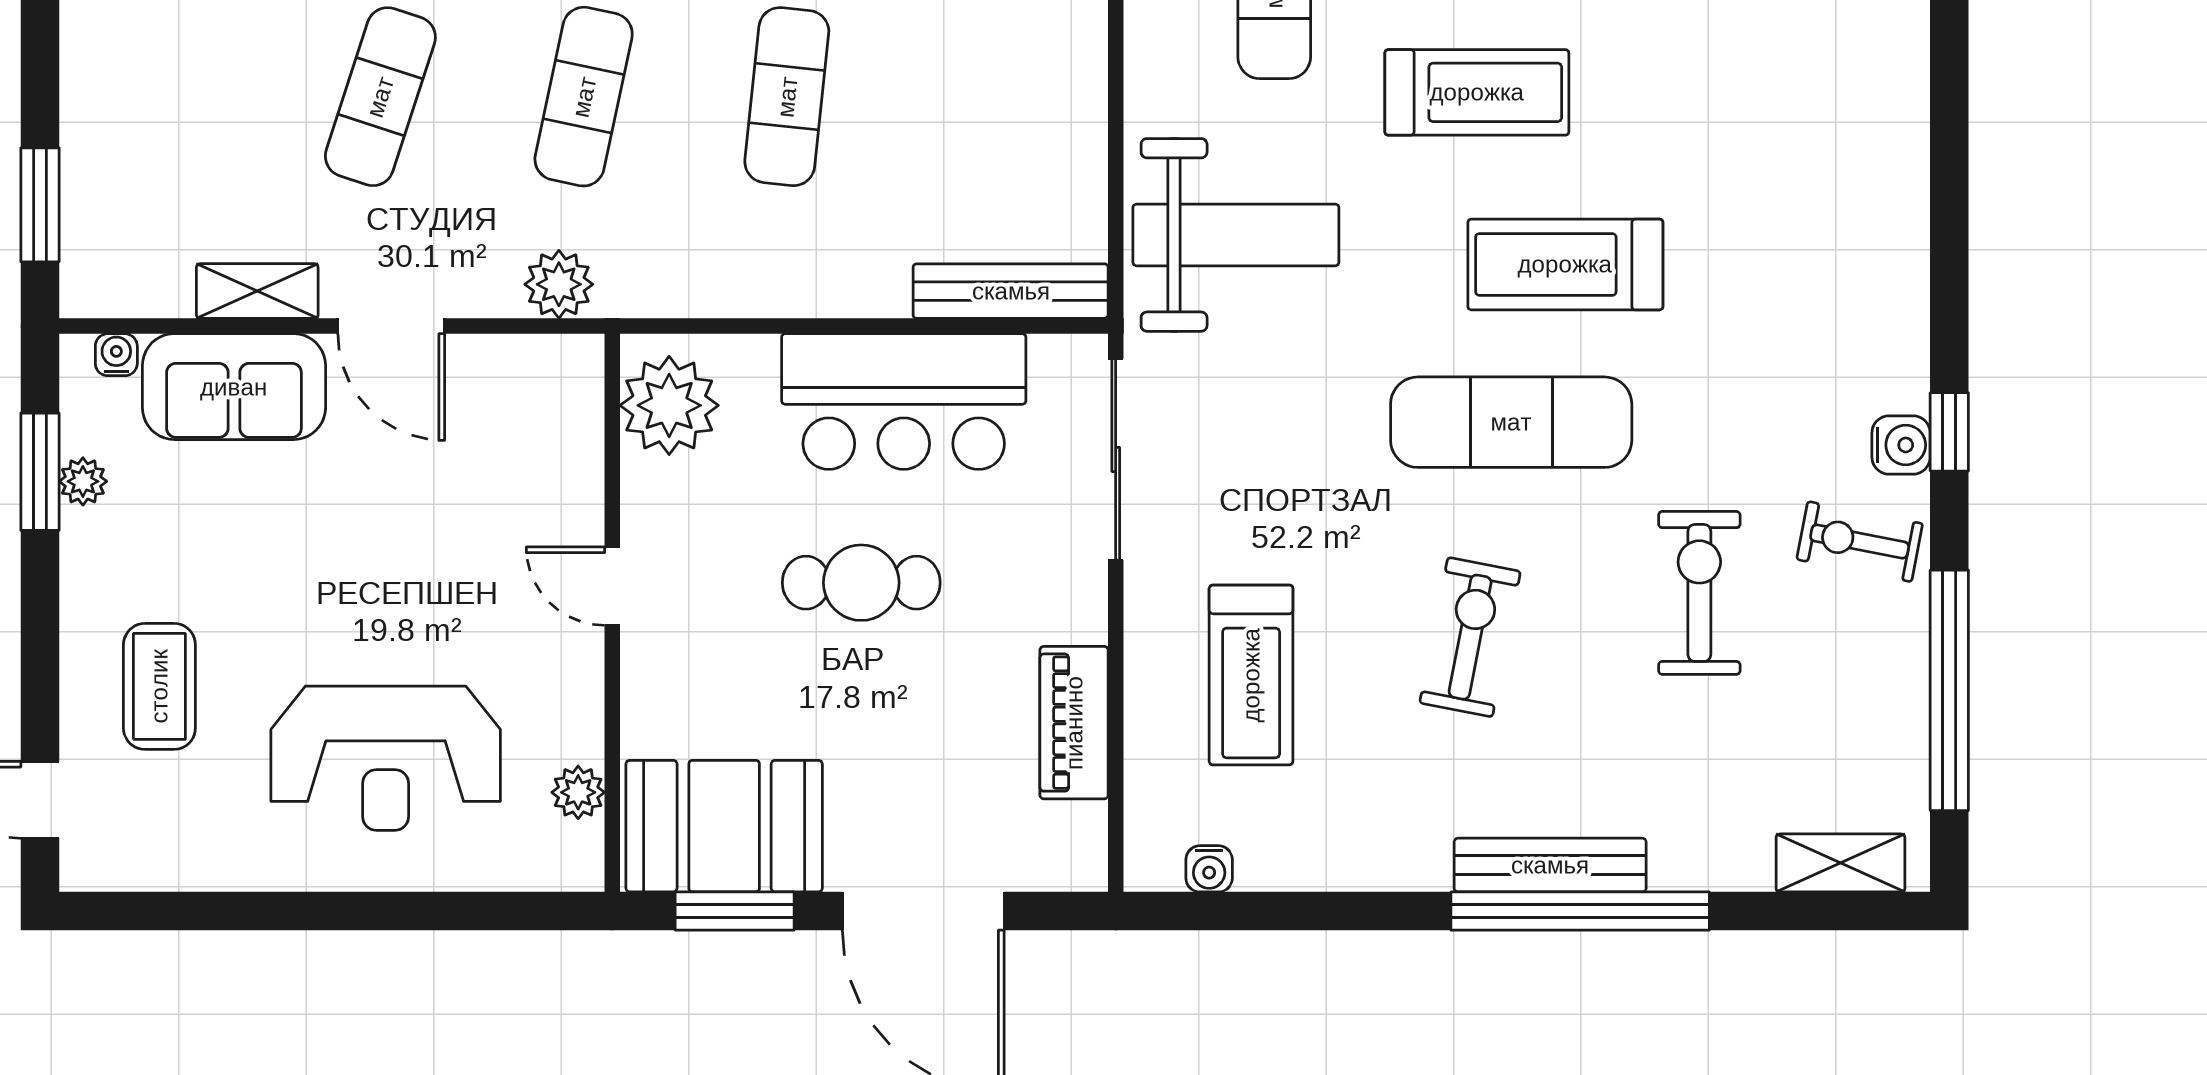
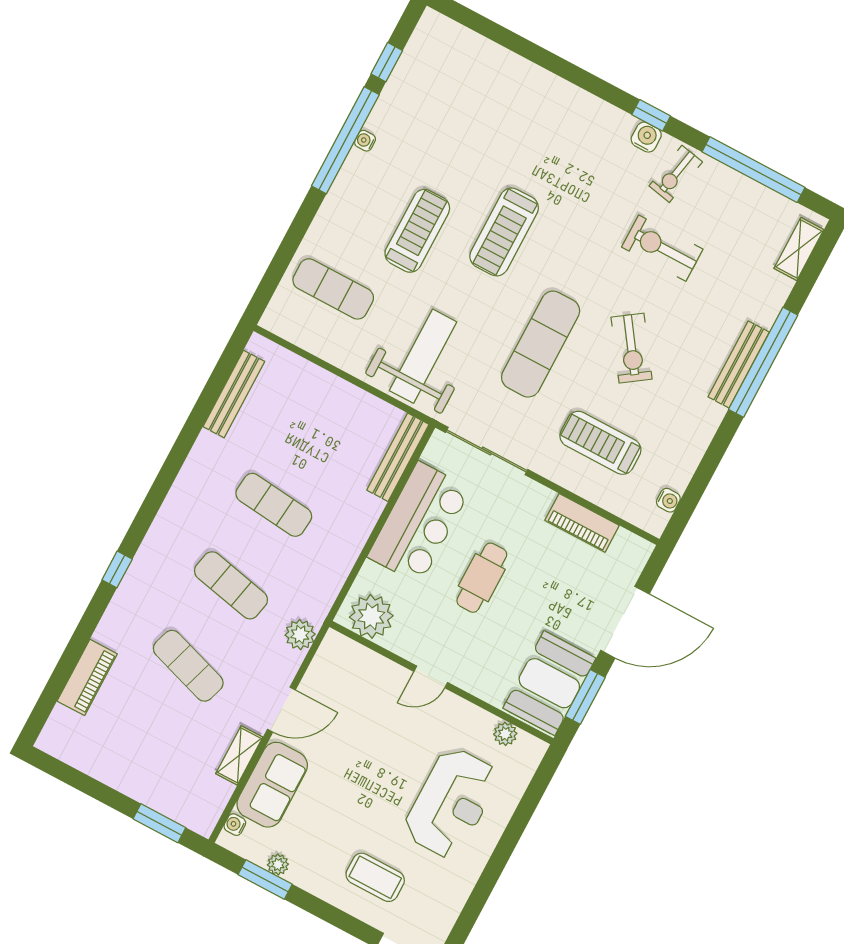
exercise mat: (1511, 422) -> (541, 344), moved
exercise bike: (1470, 637) -> (632, 348), turned -136
treadmill: (1251, 675) -> (600, 443), turned 180

